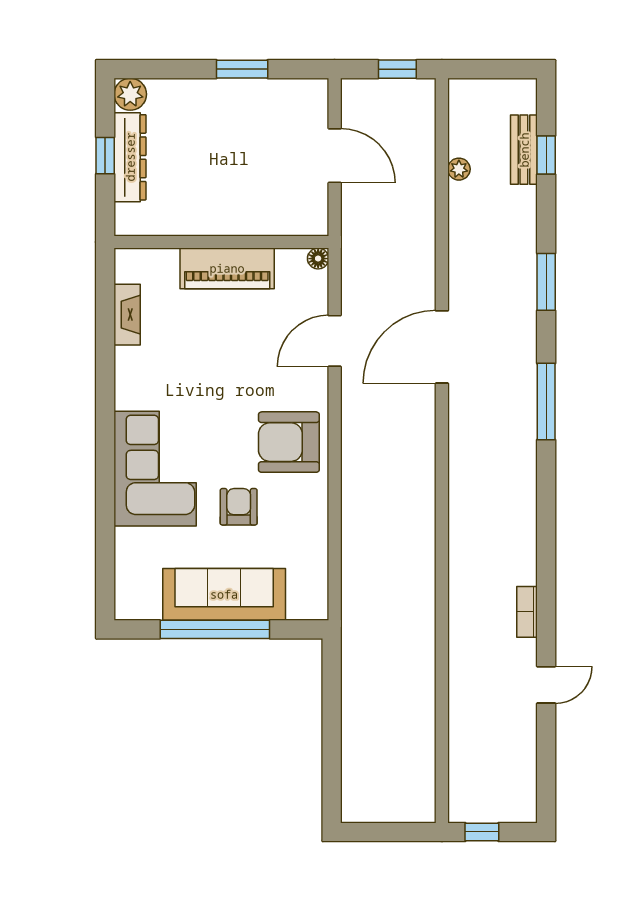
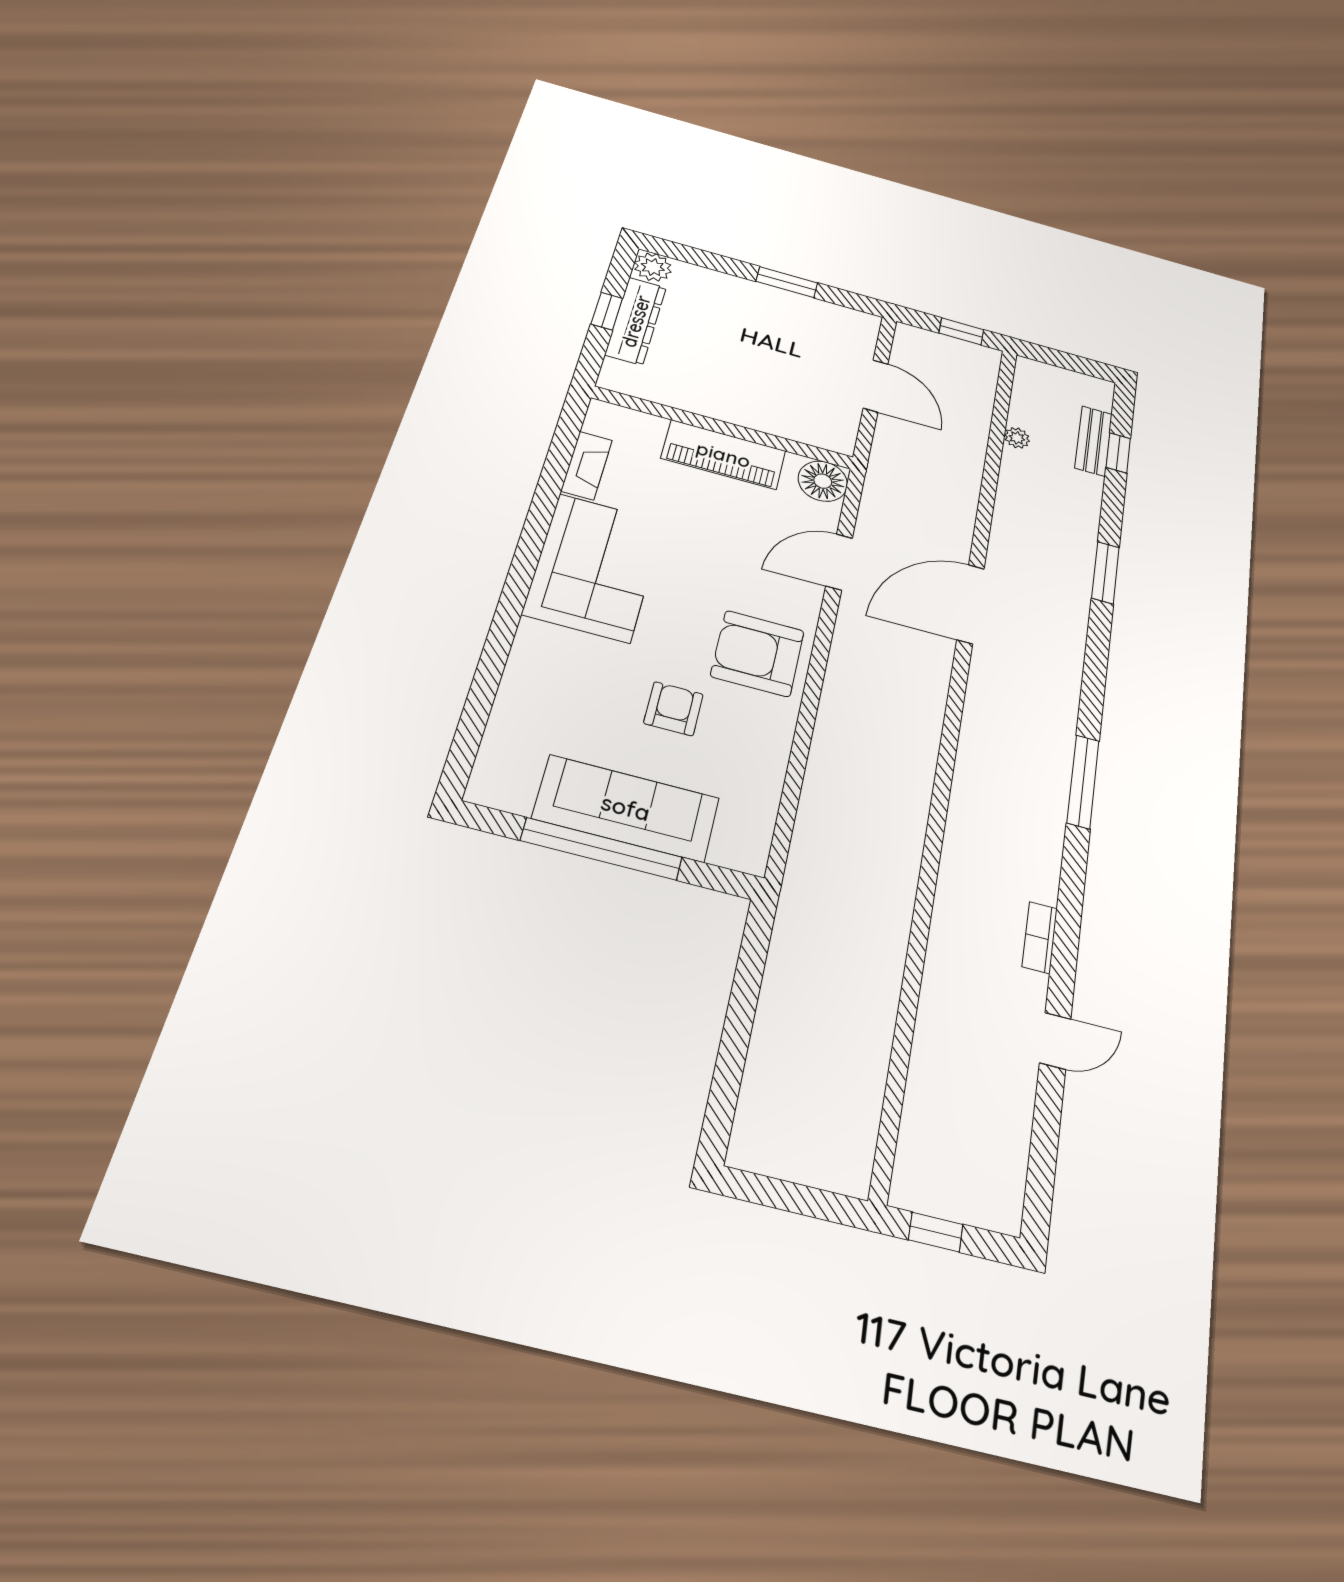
floor lamp: (318, 259) -> (823, 481), width x1.89, depth x1.89
window: (546, 402) -> (1083, 782), moved
corner sofa: (155, 469) -> (594, 567), moved

